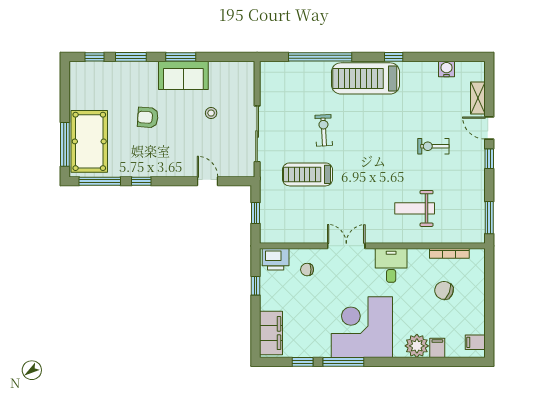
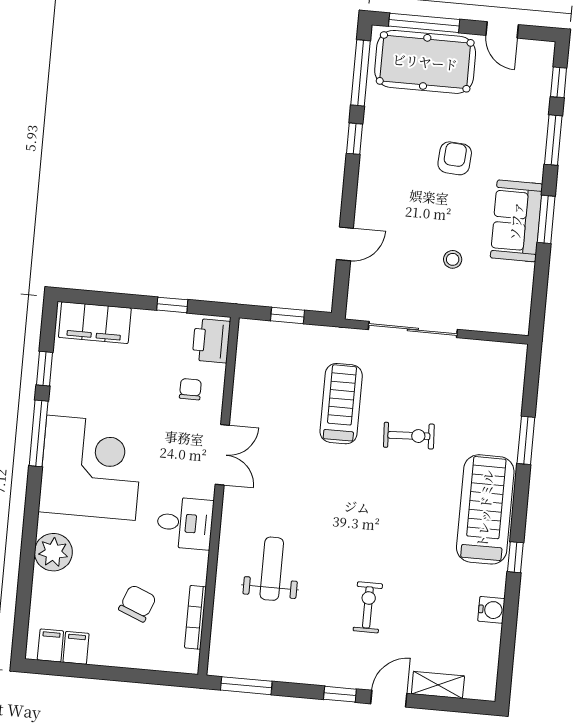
window: (320, 57) -> (526, 440), width x0.47
water cooler: (447, 69) -> (491, 610), moved
door: (65, 95) -> (502, 30), added
filing cabinet: (437, 348) -> (76, 648), moved, turned -90

